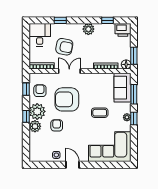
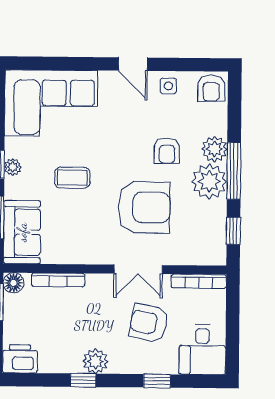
window: (108, 20) -> (83, 380), moved
armchair: (40, 91) -> (211, 88), moved
window: (26, 116) -> (234, 171), width x2.17

